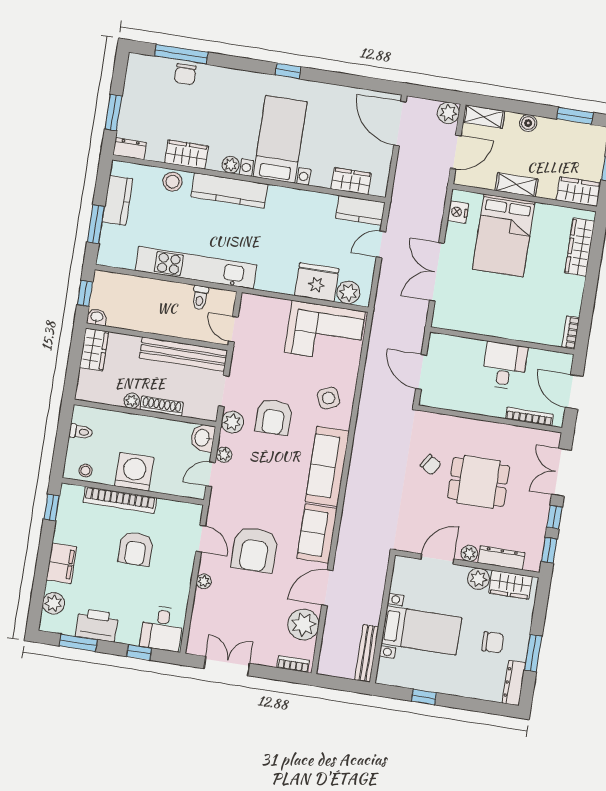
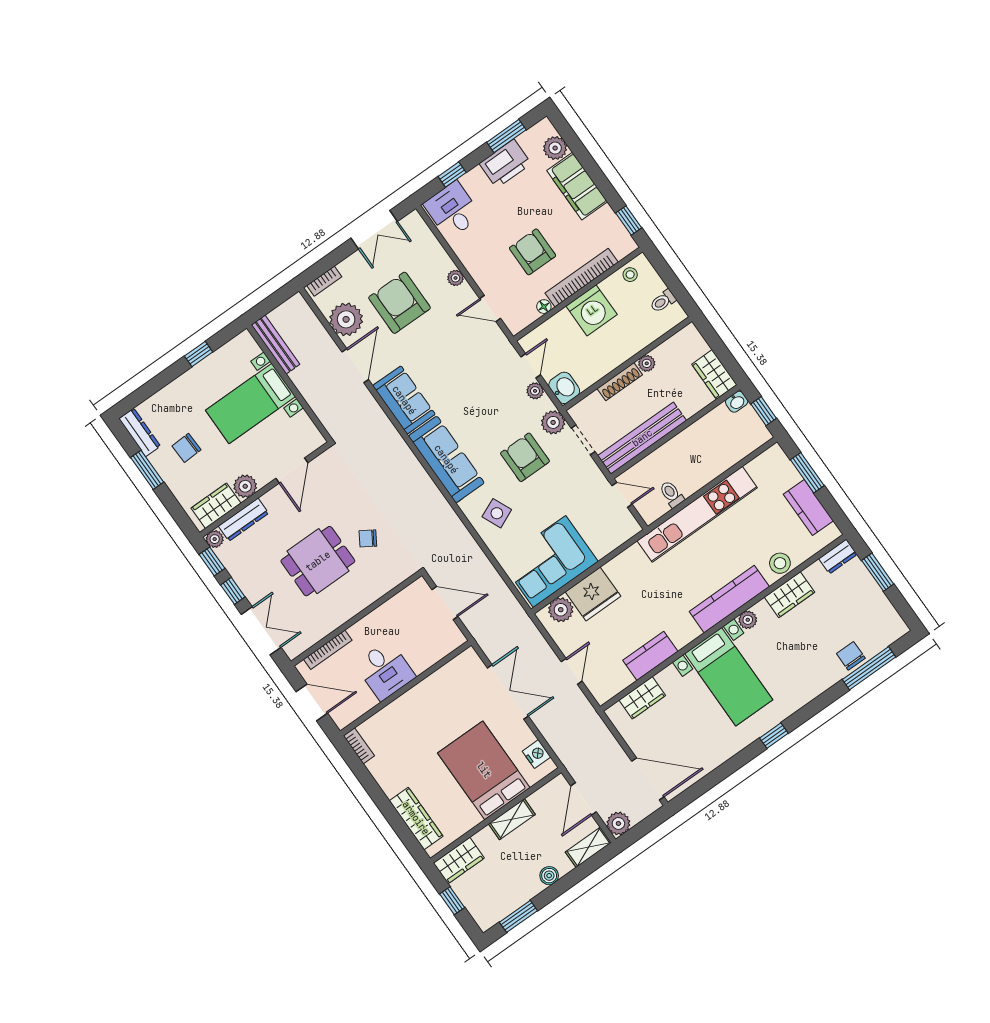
kitchen counter: (360, 210) -> (650, 656), moved
floor lamp: (164, 505) -> (544, 307), added
armchair: (255, 550) -> (400, 303), moved
plant: (469, 553) -> (215, 539), moved
filing cabinet: (61, 563) -> (577, 186), width x1.50, depth x1.17

